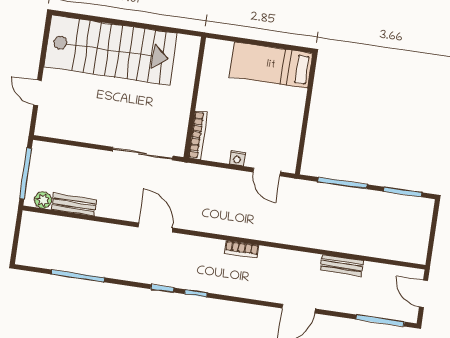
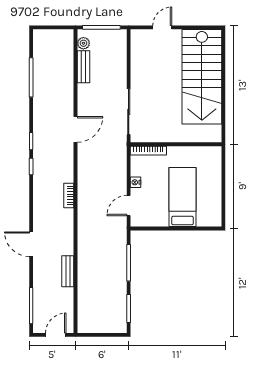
bed: (271, 65) -> (183, 197), moved

